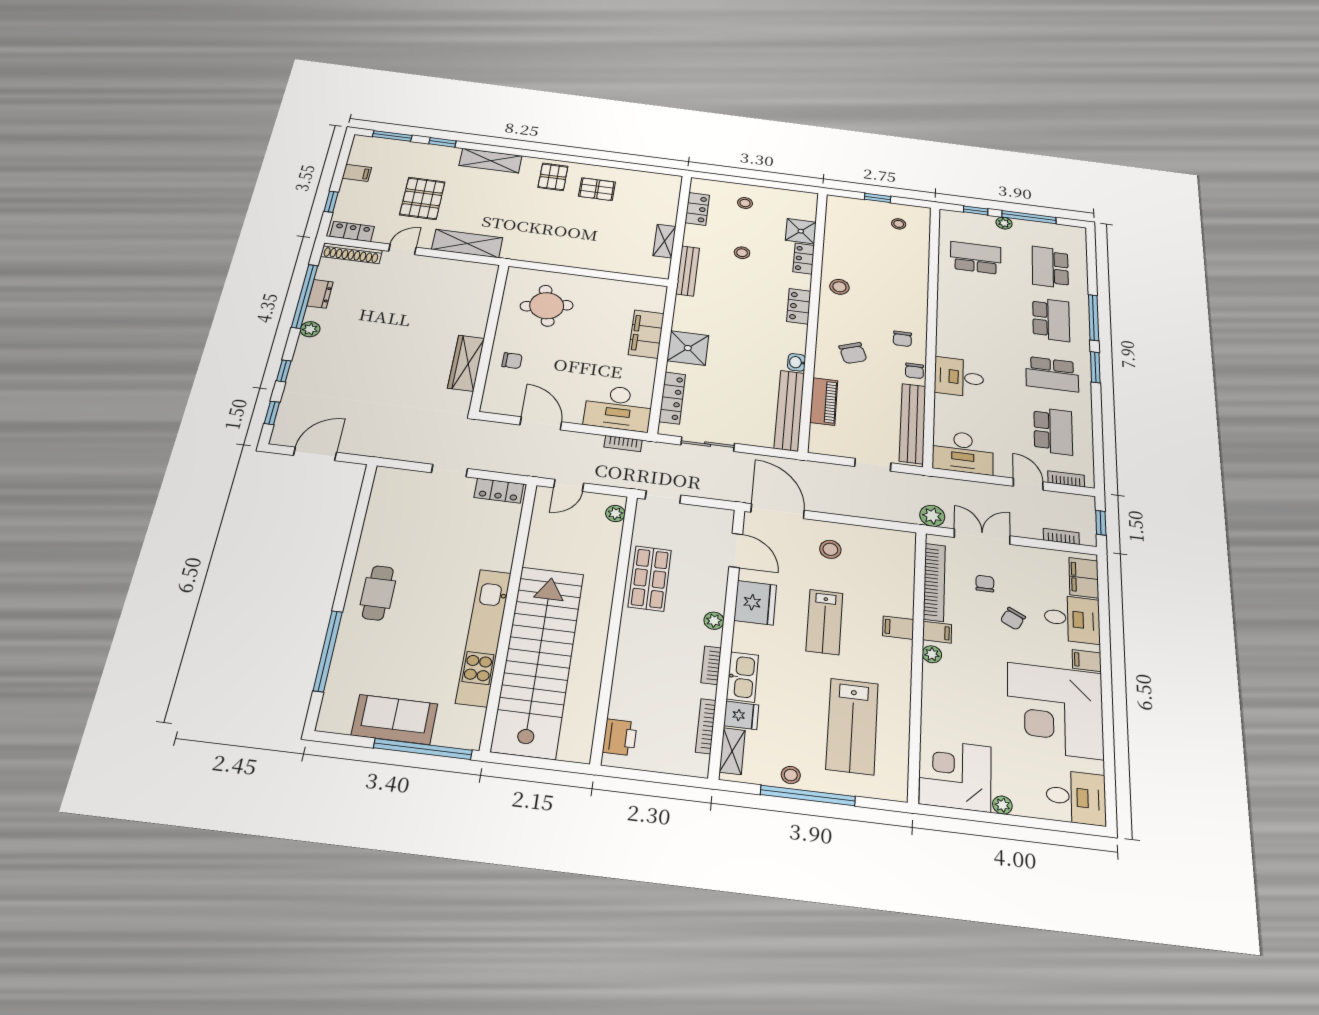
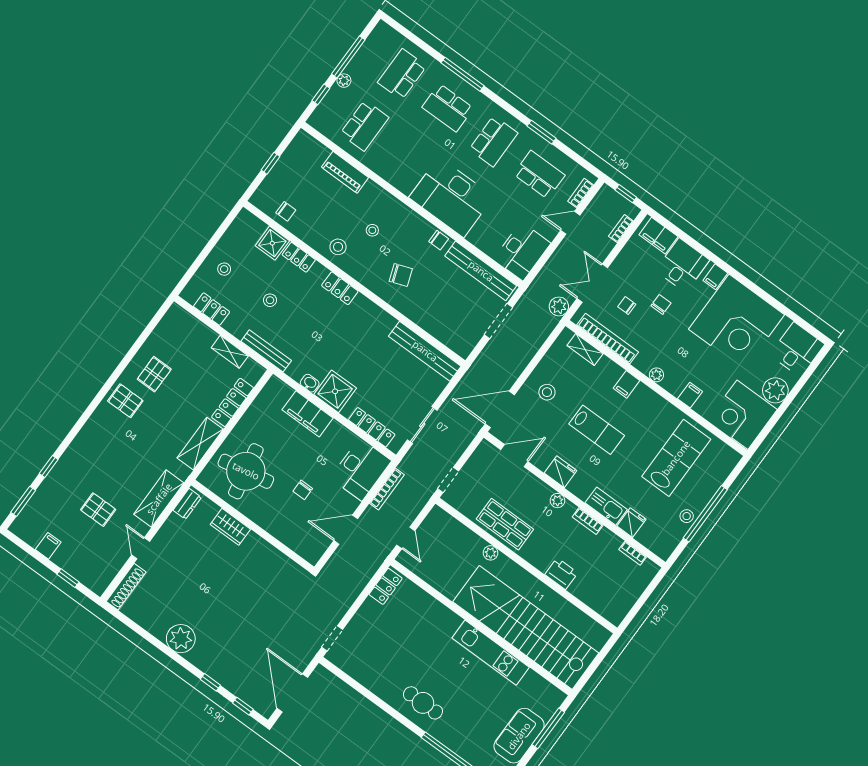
shelving: (491, 161) -> (200, 444), moved
pallet: (422, 198) -> (98, 510), width x0.67, depth x0.71
stool: (899, 224) -> (372, 230), moved
locker: (352, 232) -> (232, 402), moved, width x1.53
school desk: (976, 258) -> (364, 126), turned 180
school desk: (1050, 267) -> (402, 74), turned 90
dresser: (320, 294) -> (187, 504), moved, turned 90
window: (305, 296) -> (150, 638), removed
round table: (547, 306) -> (246, 471), width x1.36, depth x1.36
school desk: (1051, 320) -> (448, 108), turned 180
plant: (310, 329) -> (181, 639), width x1.88, depth x1.88
chair: (902, 339) -> (286, 211), moved
chair: (512, 361) -> (303, 490), moved, turned 180
washbasin: (797, 362) -> (310, 383), moved, turned 180
wardrobe: (466, 363) -> (230, 527), moved, width x0.67
window: (1095, 367) -> (542, 132), moved
desk: (959, 377) -> (451, 197), width x1.87, depth x1.30
piano: (824, 401) -> (345, 172), moved, turned 180
bookcase: (623, 444) -> (387, 489), width x1.56
door: (315, 454) -> (292, 693), width x1.36
doorway: (873, 465) -> (498, 321), width x1.38
doorway: (449, 471) -> (332, 638), moved
plant: (615, 513) -> (491, 553), moved
fridge: (755, 603) -> (561, 472), width x0.73, depth x0.75
chair: (1013, 619) -> (661, 304), turned -118
filing cabinet: (937, 632) -> (690, 395), moved
kitchen unit: (484, 637) -> (491, 653), width x0.73
bookcase: (706, 726) -> (633, 553), width x0.64
lab bench: (852, 726) -> (676, 458), turned -90
printer: (620, 737) -> (561, 574), moved
window: (423, 749) -> (548, 728), width x0.68
shelving: (732, 751) -> (585, 350), moved
plant: (1002, 805) -> (775, 390), width x1.88, depth x1.88

